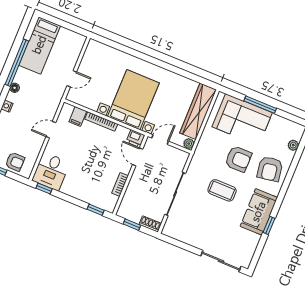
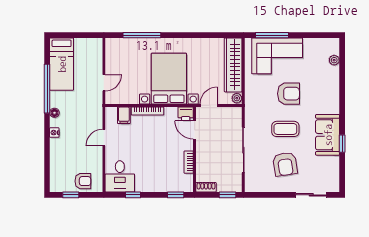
window: (125, 49) -> (142, 35), added
window: (260, 105) -> (272, 35), moved
armchair: (270, 169) -> (285, 164), moved
window: (44, 189) -> (133, 195), moved
shoe rack: (150, 224) -> (206, 187), moved
window: (132, 225) -> (227, 195), moved
sliding door: (221, 261) -> (311, 195), width x0.73

